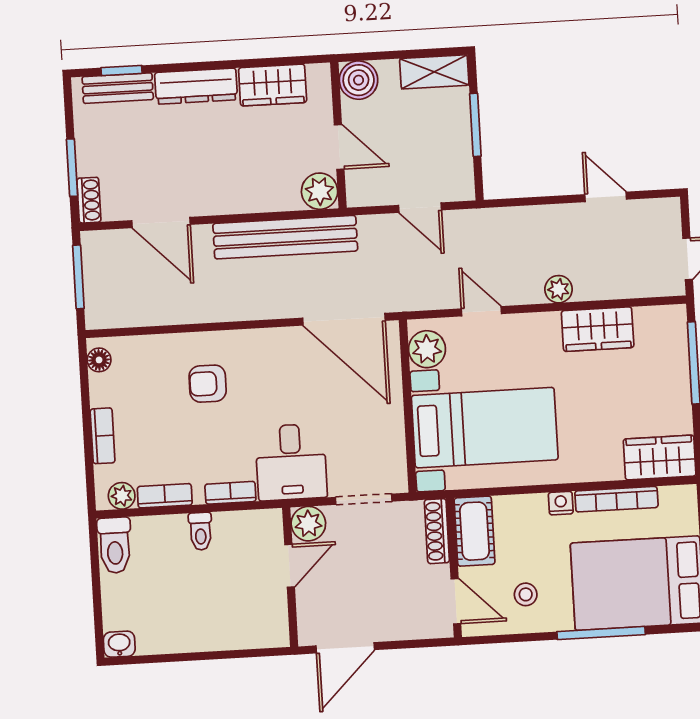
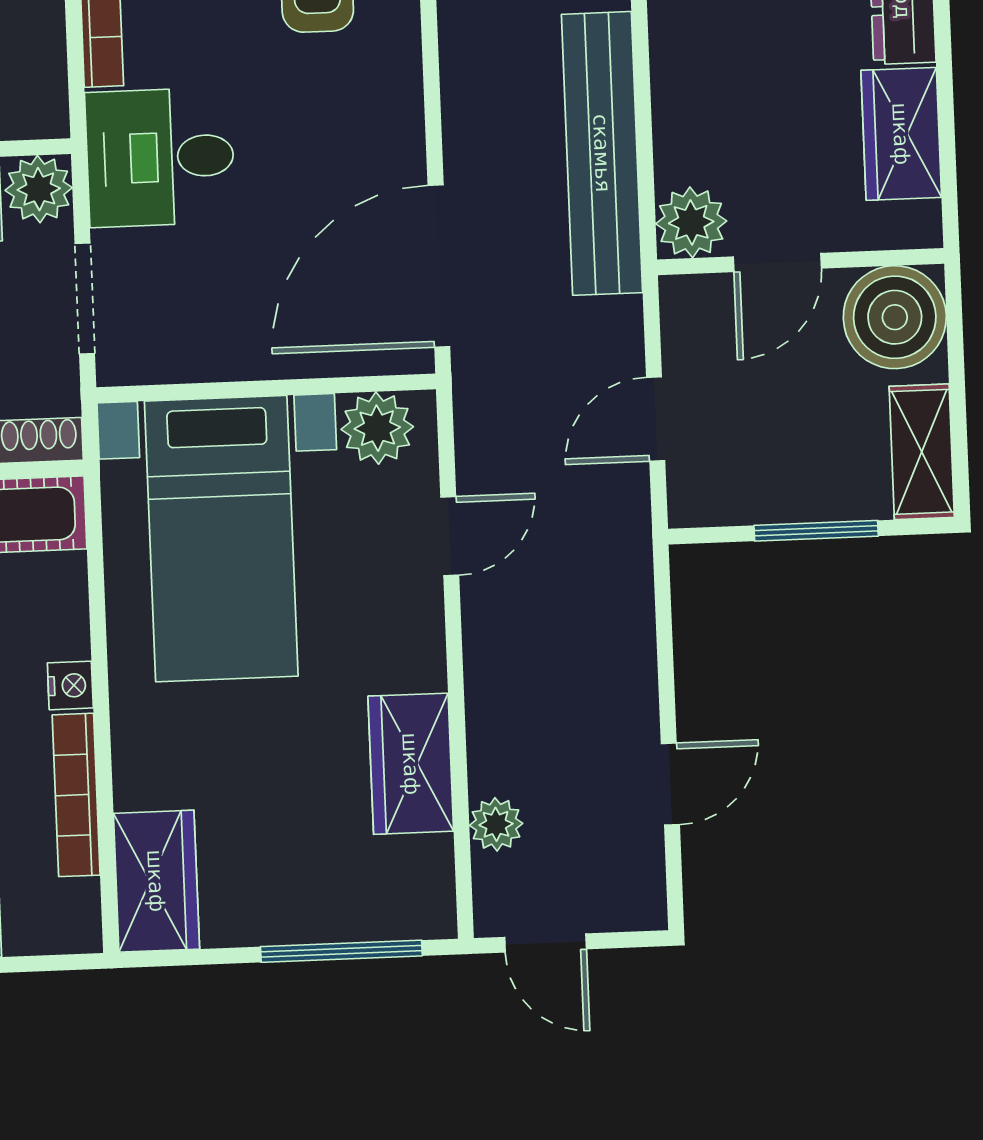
boiler: (359, 80) -> (895, 317), width x1.37, depth x1.37
plant: (559, 289) -> (496, 824), moved

